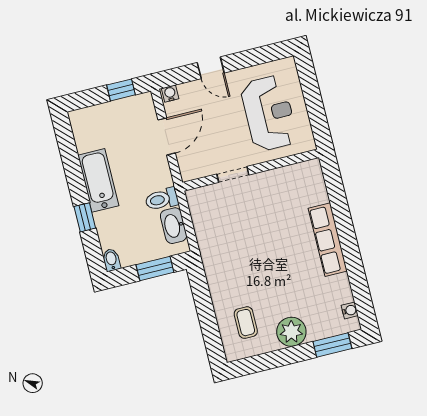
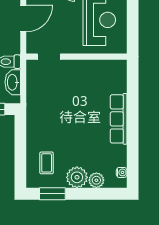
doorway: (233, 174) -> (49, 57), moved
plant: (318, 329) -> (96, 180), added
window: (332, 345) -> (52, 194), moved

